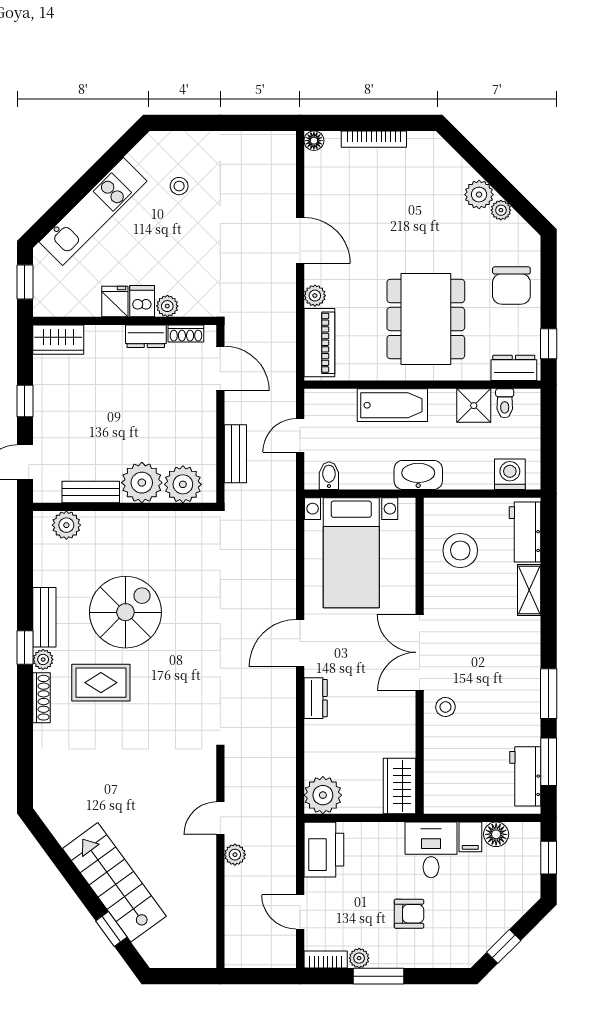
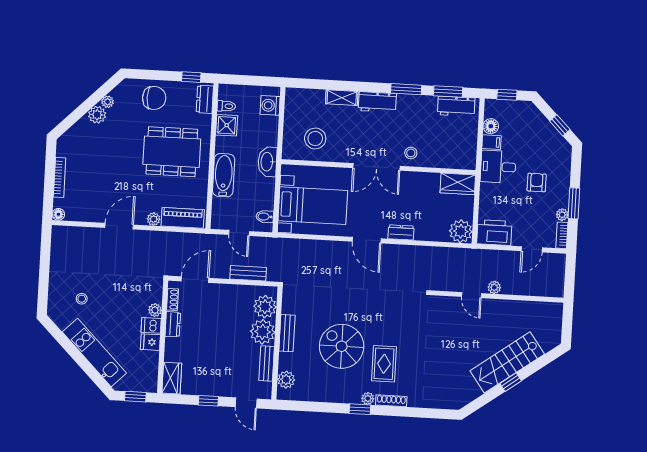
workbench: (525, 532) -> (377, 102), moved
bench: (44, 617) -> (287, 333), moved, turned 90
window: (111, 929) -> (511, 382), moved

